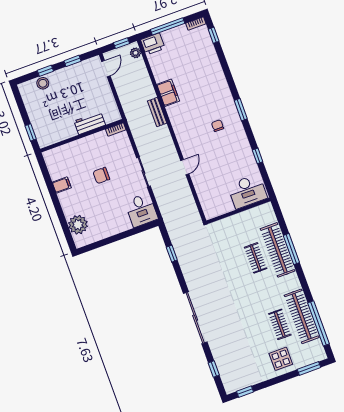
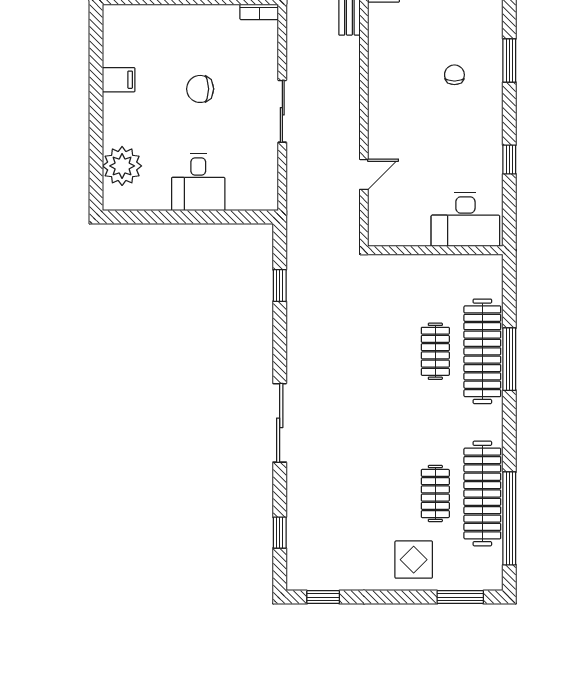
door: (185, 167) -> (364, 174), moved
desk: (141, 210) -> (198, 182), moved
sliding door: (195, 318) -> (280, 423), width x0.73

